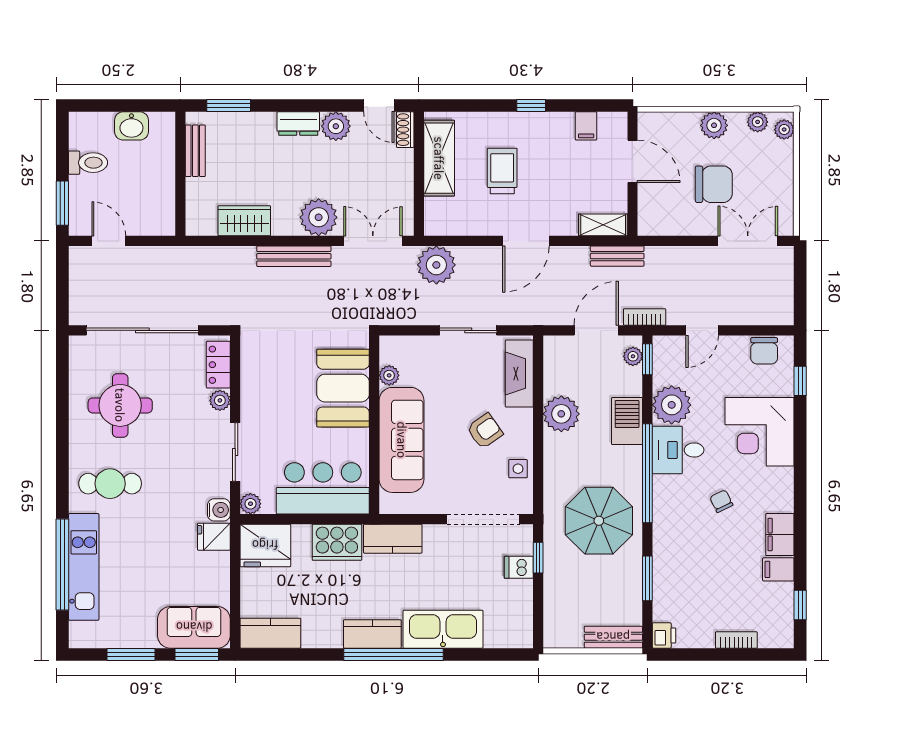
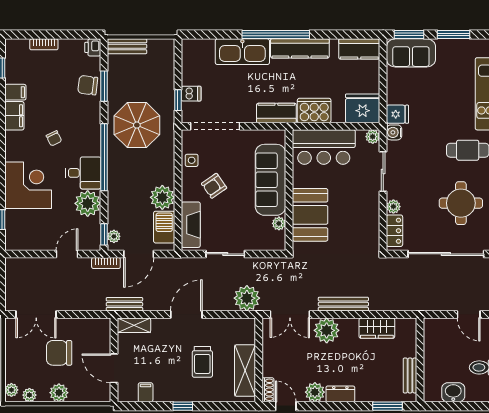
chair: (764, 351) -> (88, 85), moved, turned -83
barbecue: (627, 421) -> (164, 227), moved, turned 180
kitchen counter: (372, 634) -> (300, 48), width x1.50

